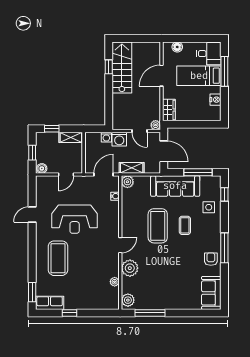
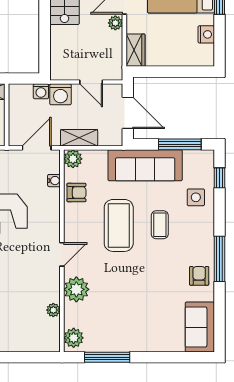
plant: (156, 125) -> (115, 23), moved
armchair: (130, 204) -> (76, 193), added

